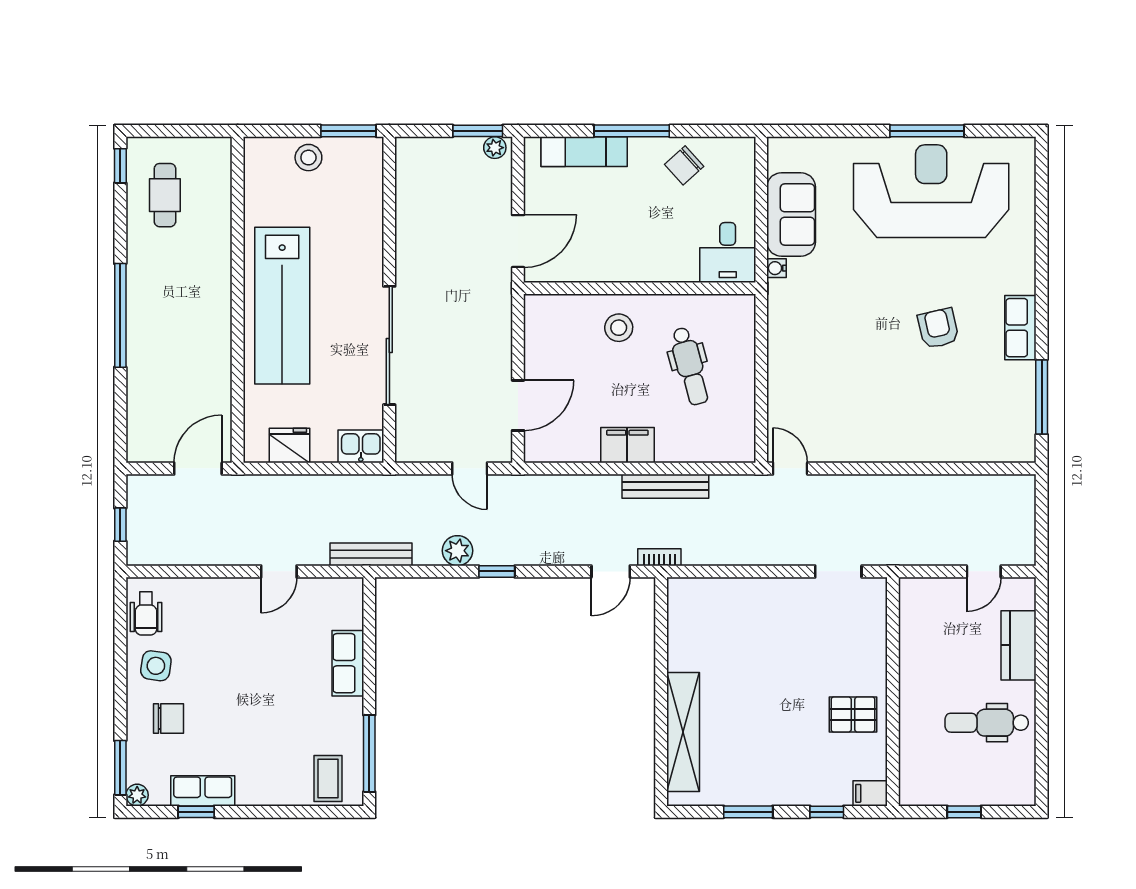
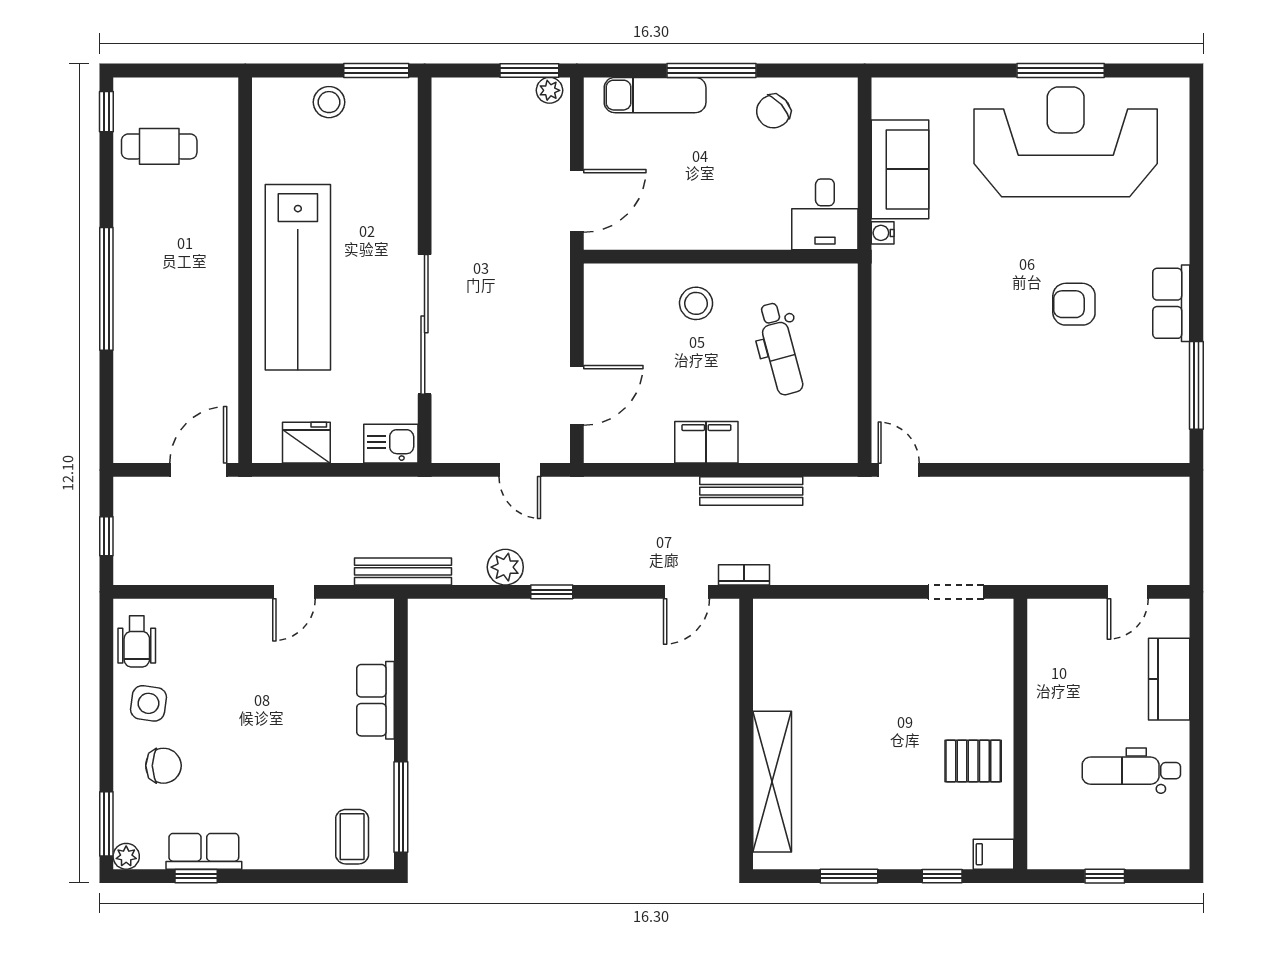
cafe table: (165, 195) -> (159, 146), turned 90
armchair: (938, 328) -> (1074, 304), turned -77

